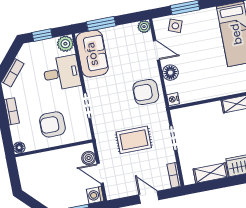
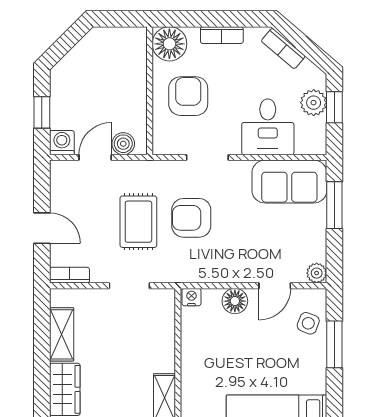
plant: (65, 44) -> (314, 103), moved
armchair: (146, 92) -> (191, 218), moved, turned -90
floor lamp: (19, 148) -> (169, 44), width x1.89, depth x1.89
door: (149, 197) -> (42, 228), hinge flipped

